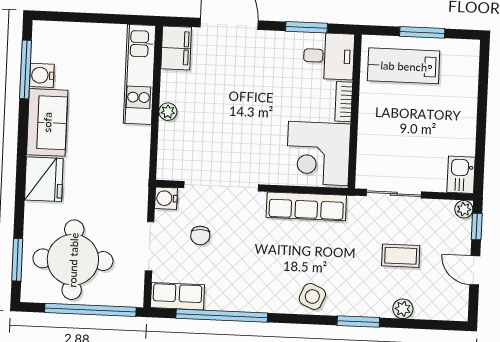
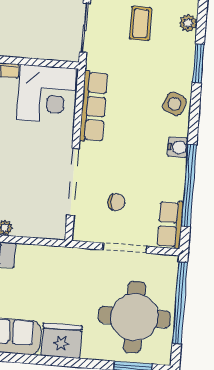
water cooler: (166, 198) -> (178, 147), moved, turned -90

